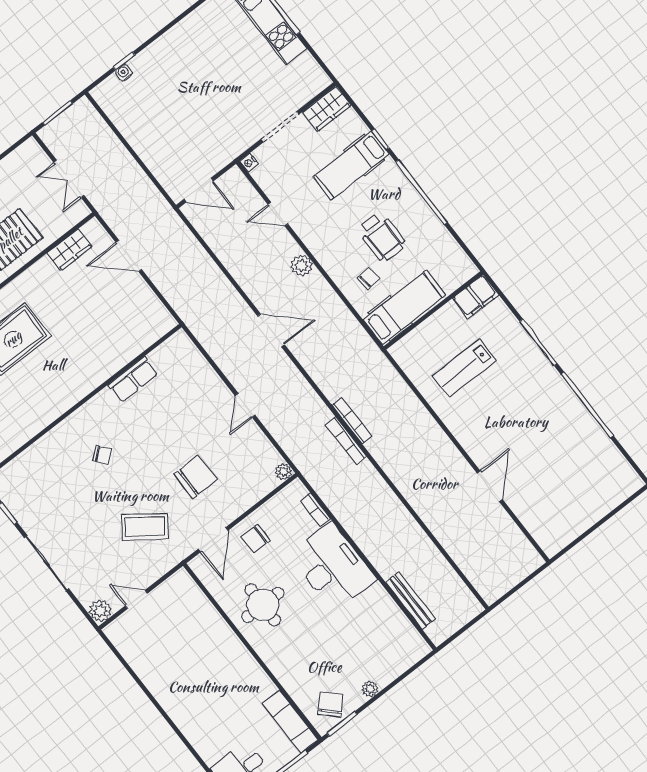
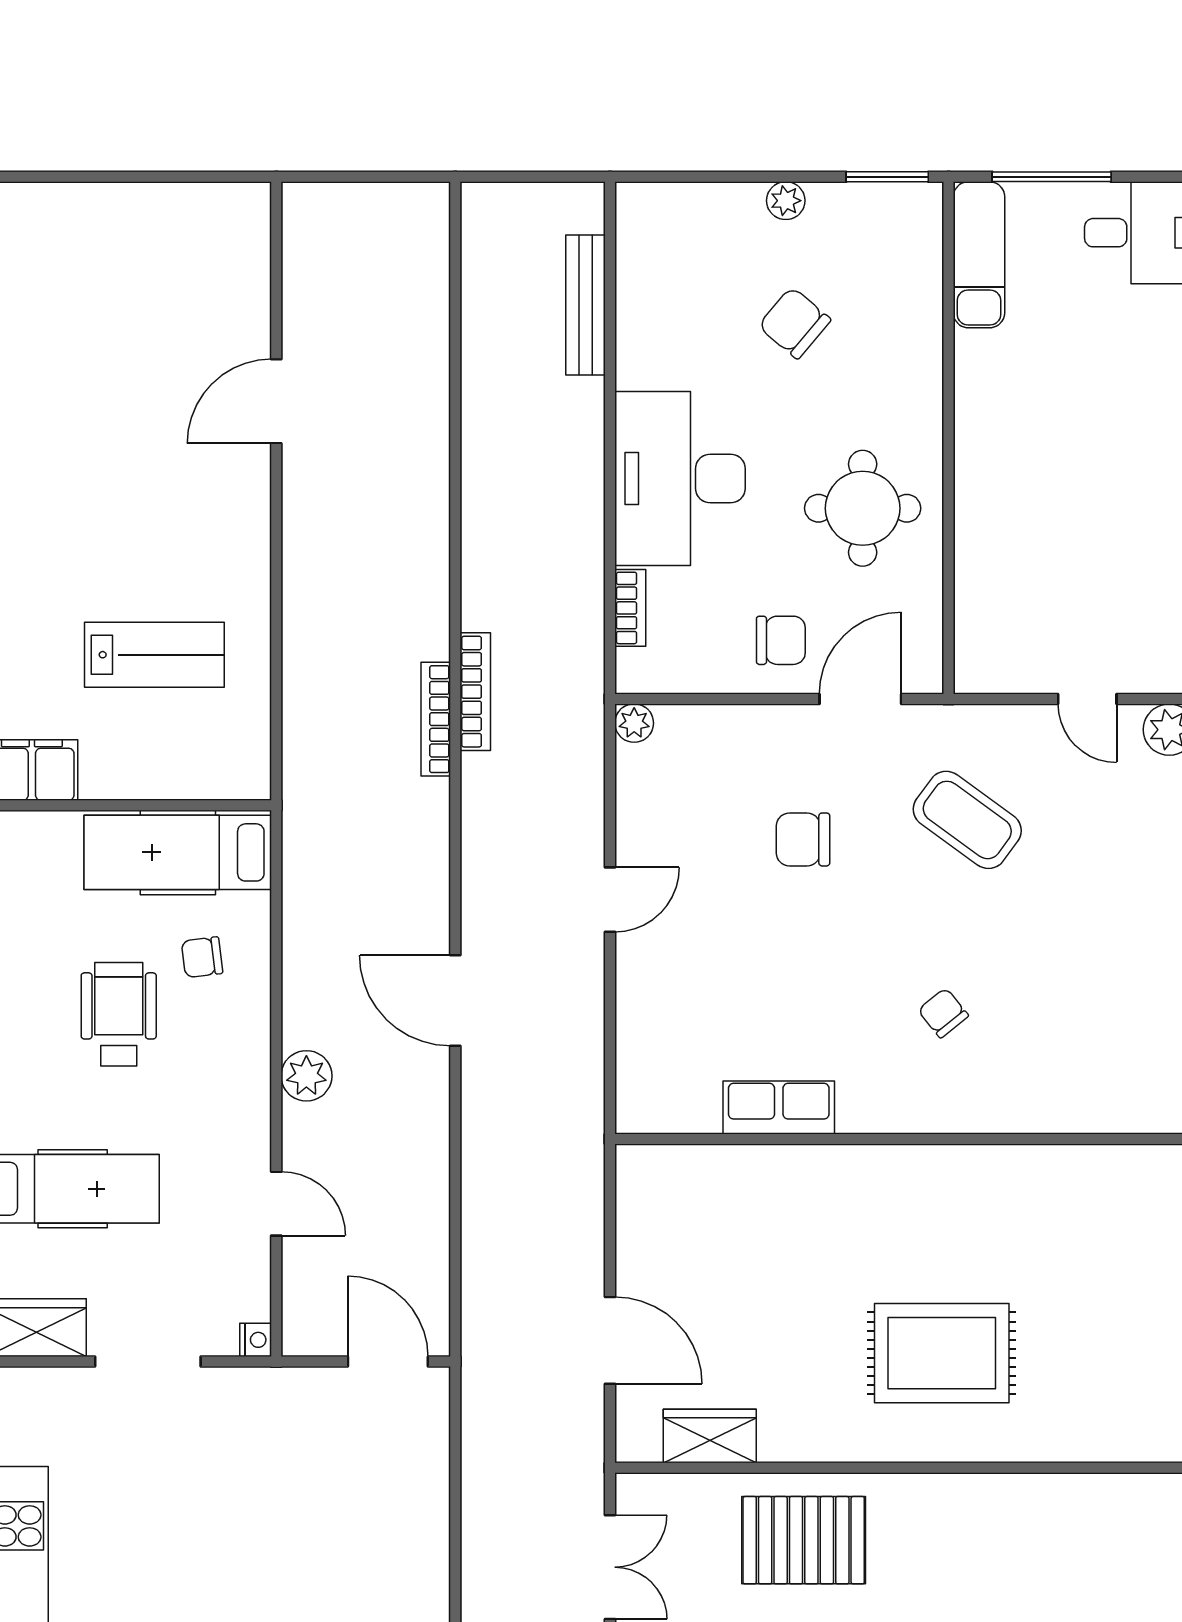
chair: (196, 477) -> (803, 839), width x0.73, depth x0.73
chair: (330, 704) -> (795, 323), moved, turned 85

